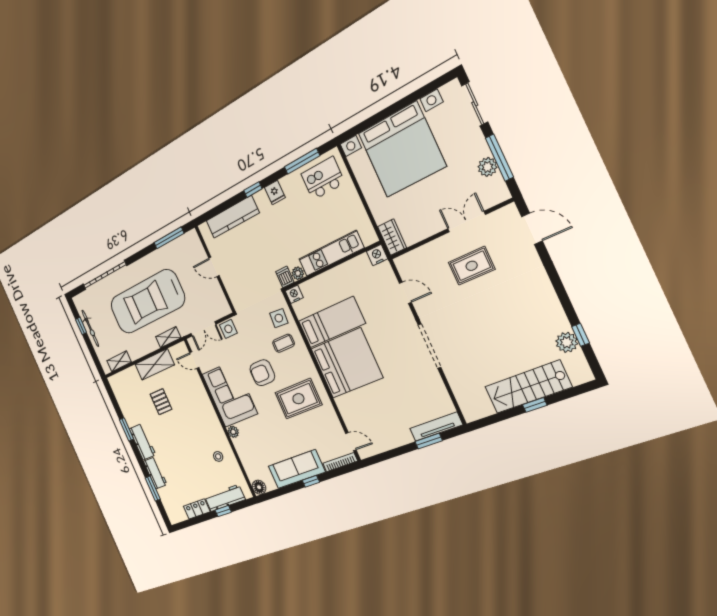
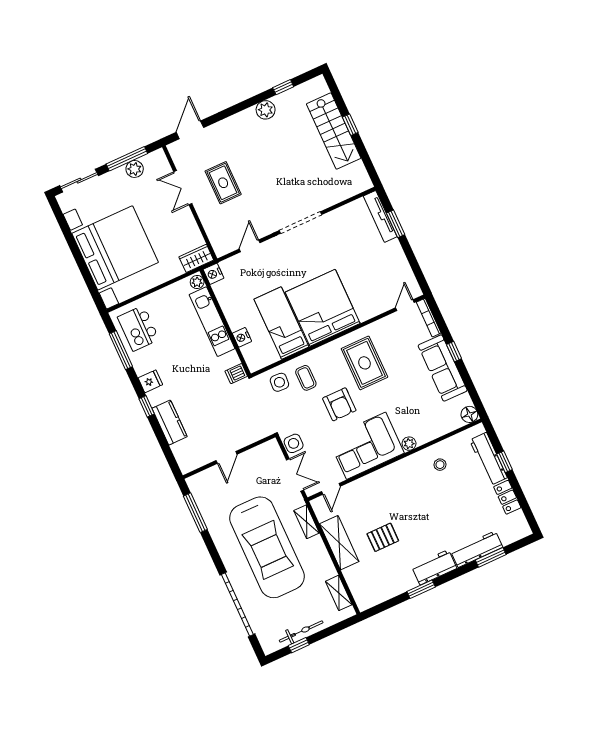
kitchen counter: (233, 217) -> (170, 422), width x0.67
plant: (298, 273) -> (197, 282), moved
nightstand: (294, 294) -> (242, 337), moved
plant: (567, 342) -> (266, 110), moved
workbench: (155, 473) -> (477, 549), width x1.38

